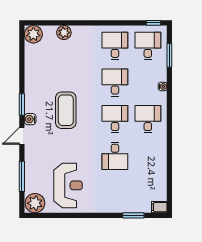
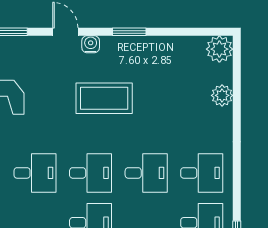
window: (22, 104) -> (129, 32), moved
desk: (115, 156) -> (35, 173), turned 180

